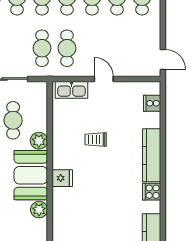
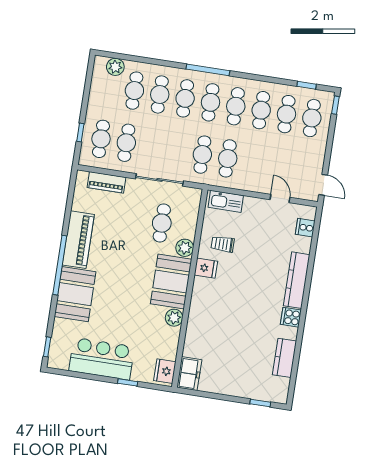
door: (104, 79) -> (280, 199), moved
trolley: (96, 139) -> (223, 244), moved
fridge: (62, 178) -> (206, 268), moved

